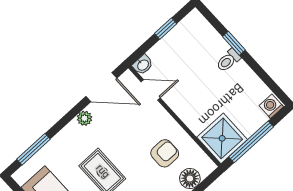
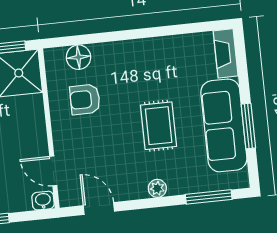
door: (101, 87) -> (99, 208), width x0.73
plant: (84, 118) -> (157, 188), moved

